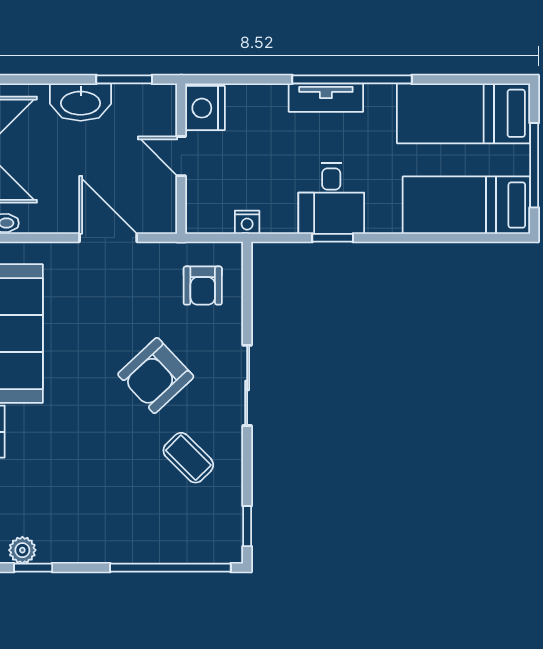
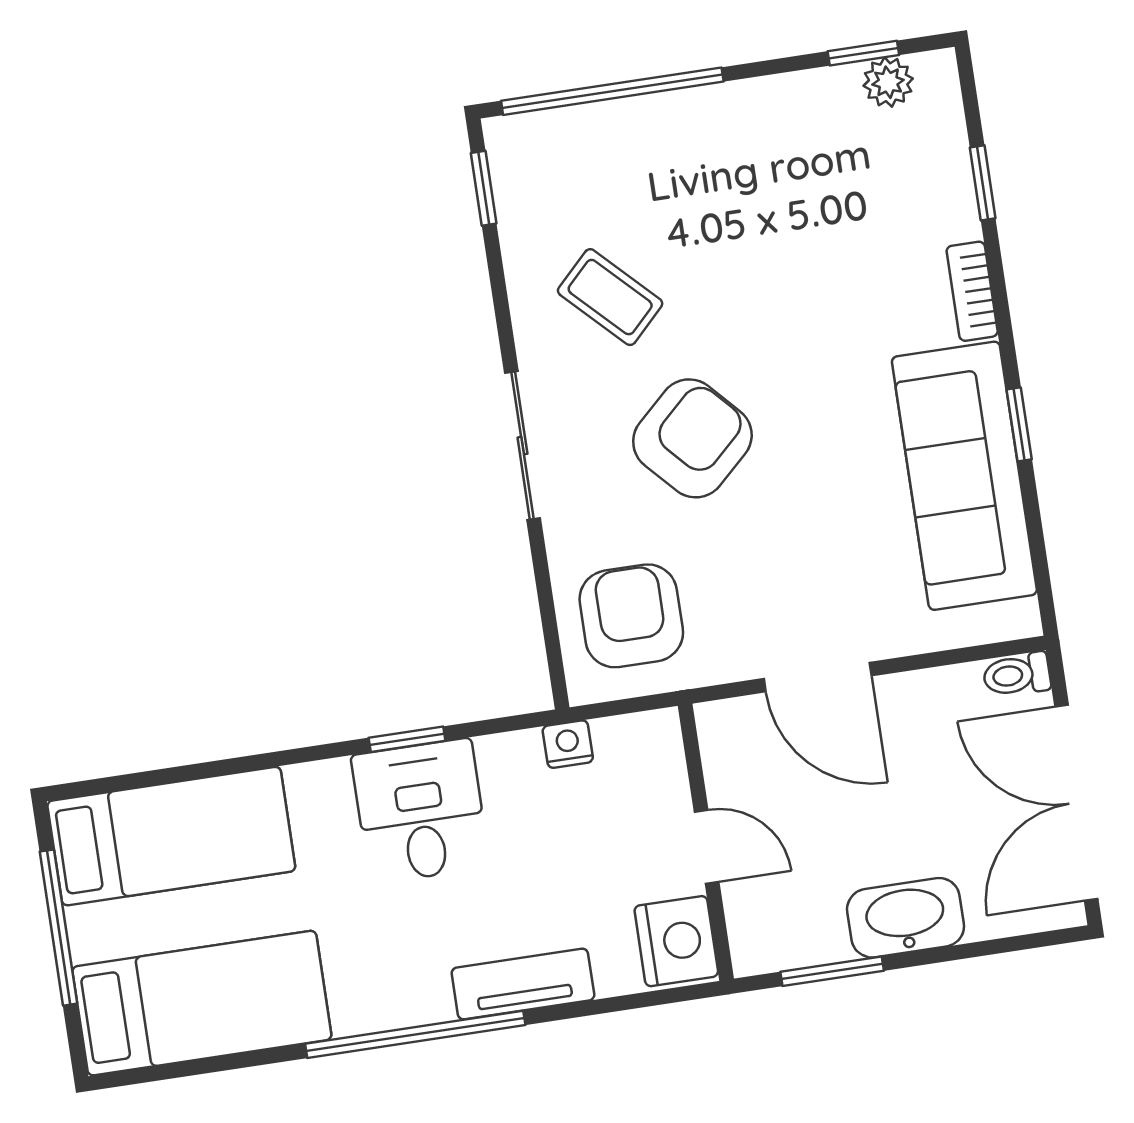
tv unit: (326, 98) -> (523, 984), moved
armchair: (203, 286) -> (631, 616), width x1.38, depth x1.38

